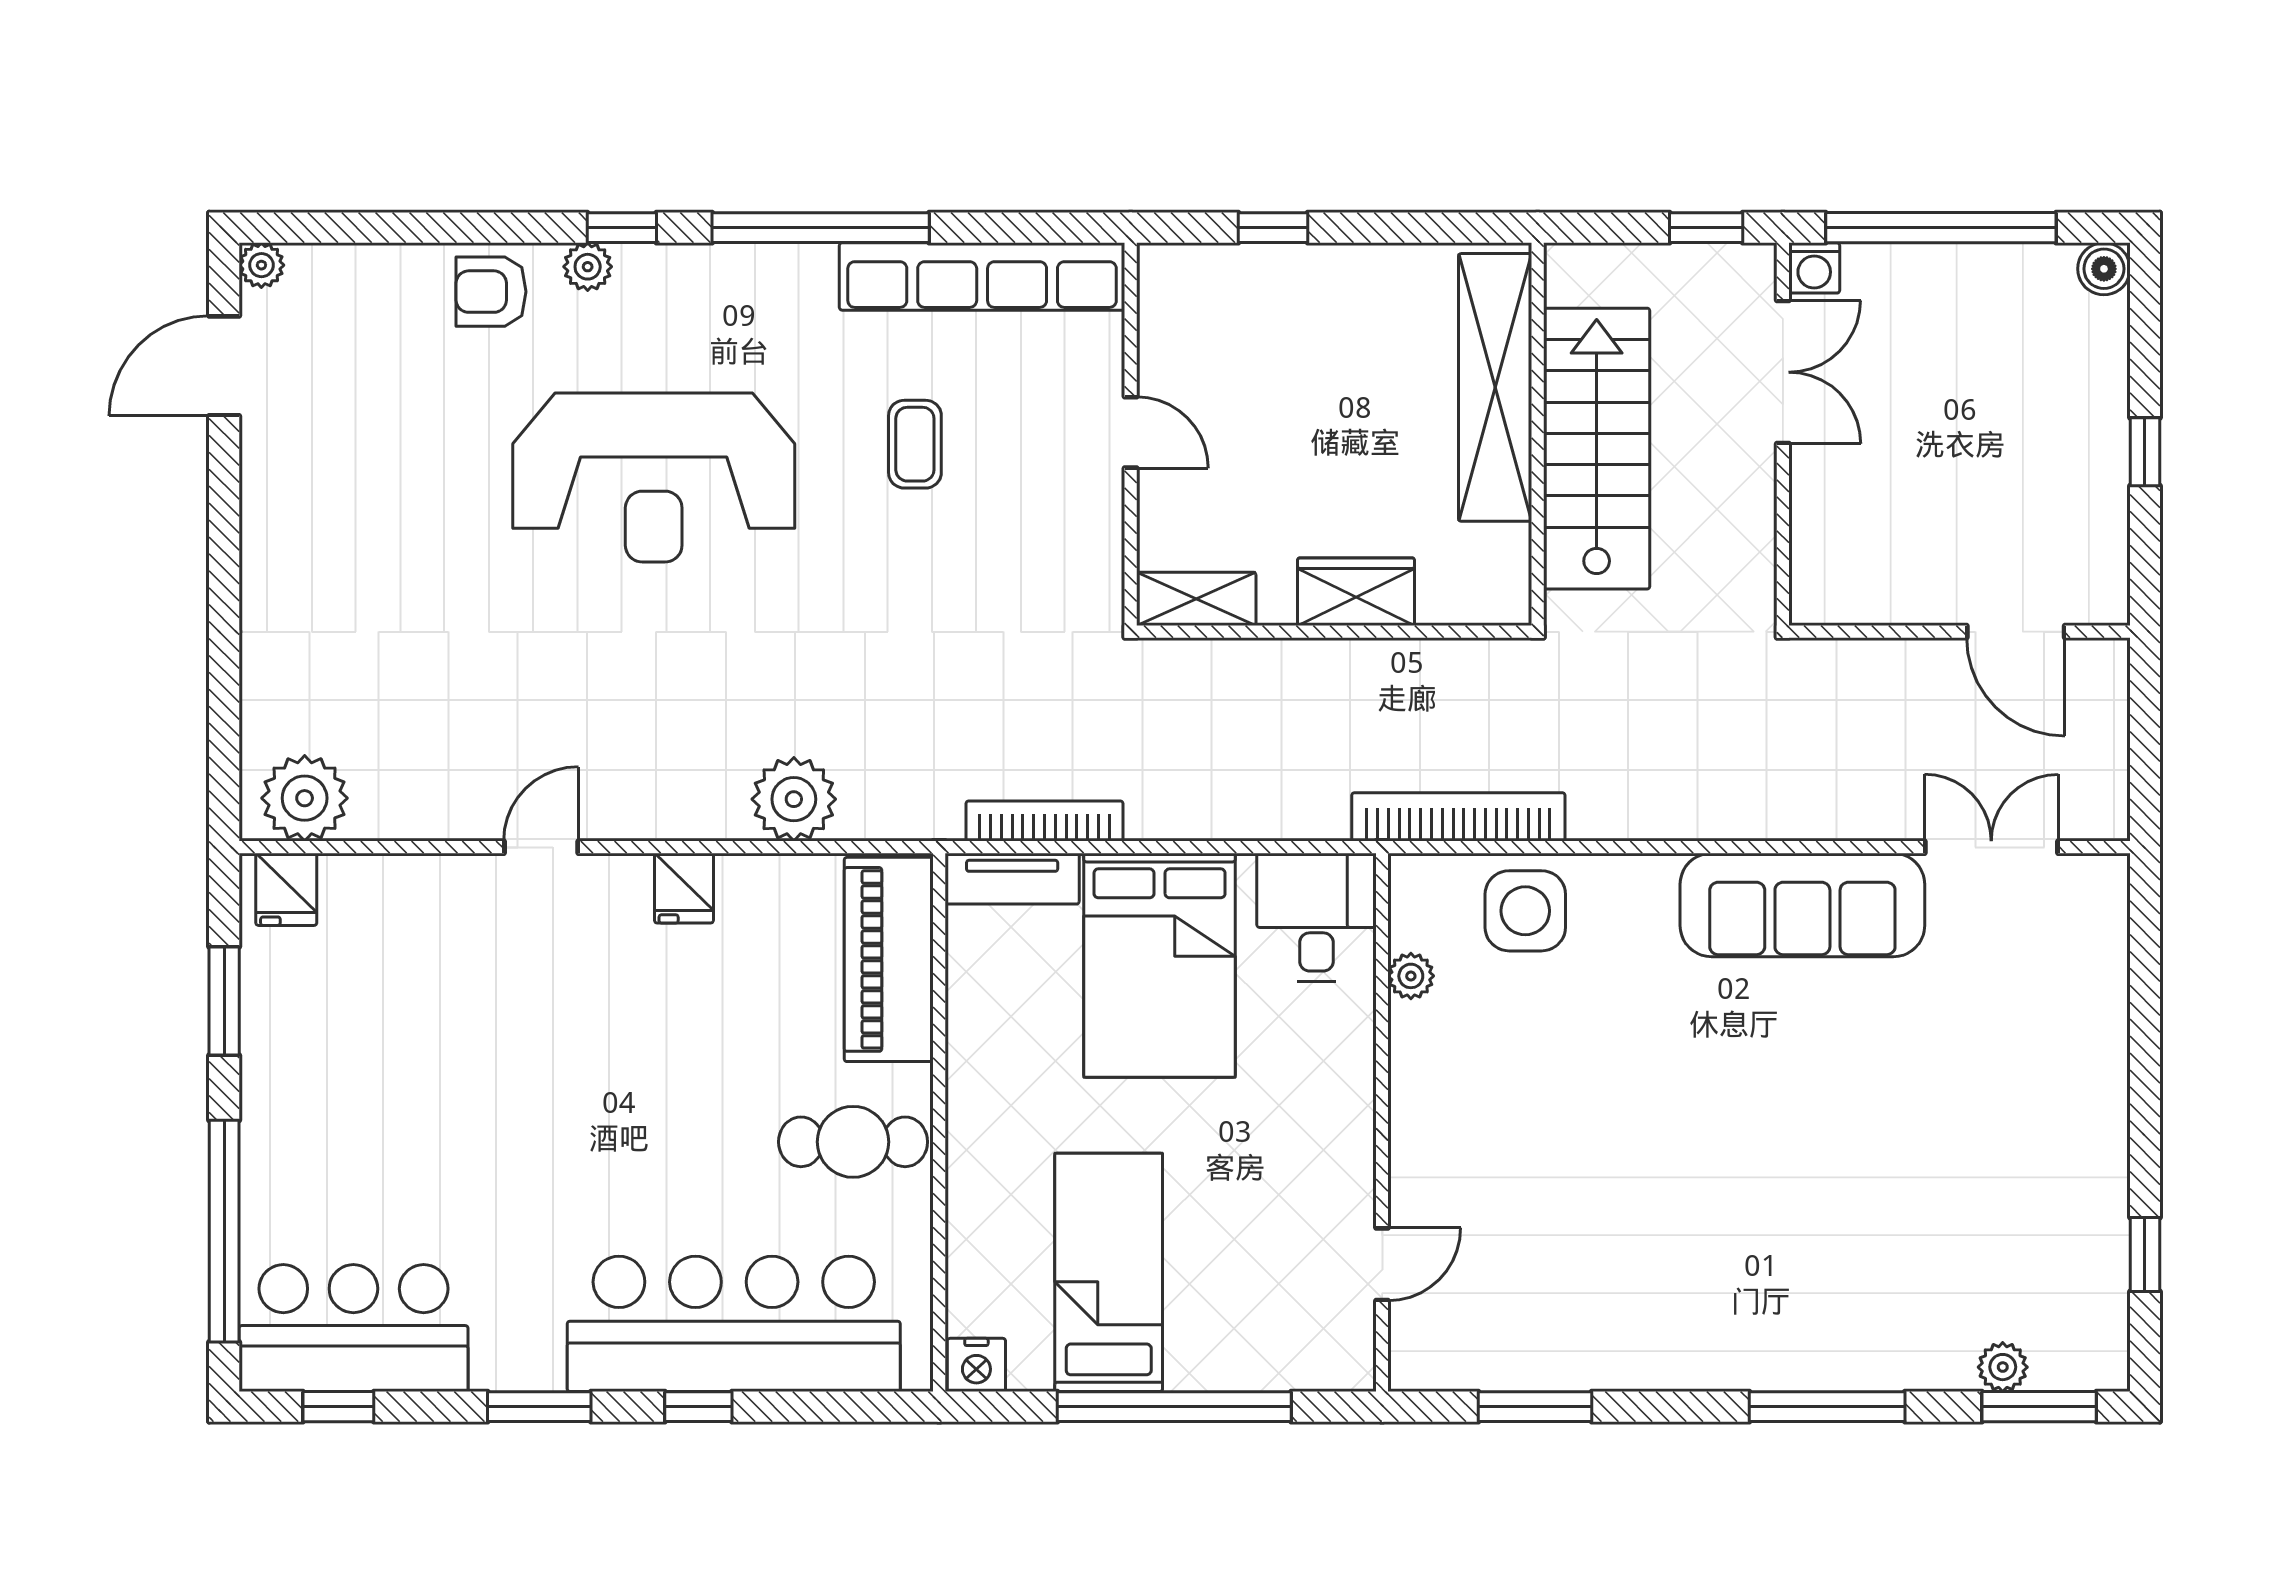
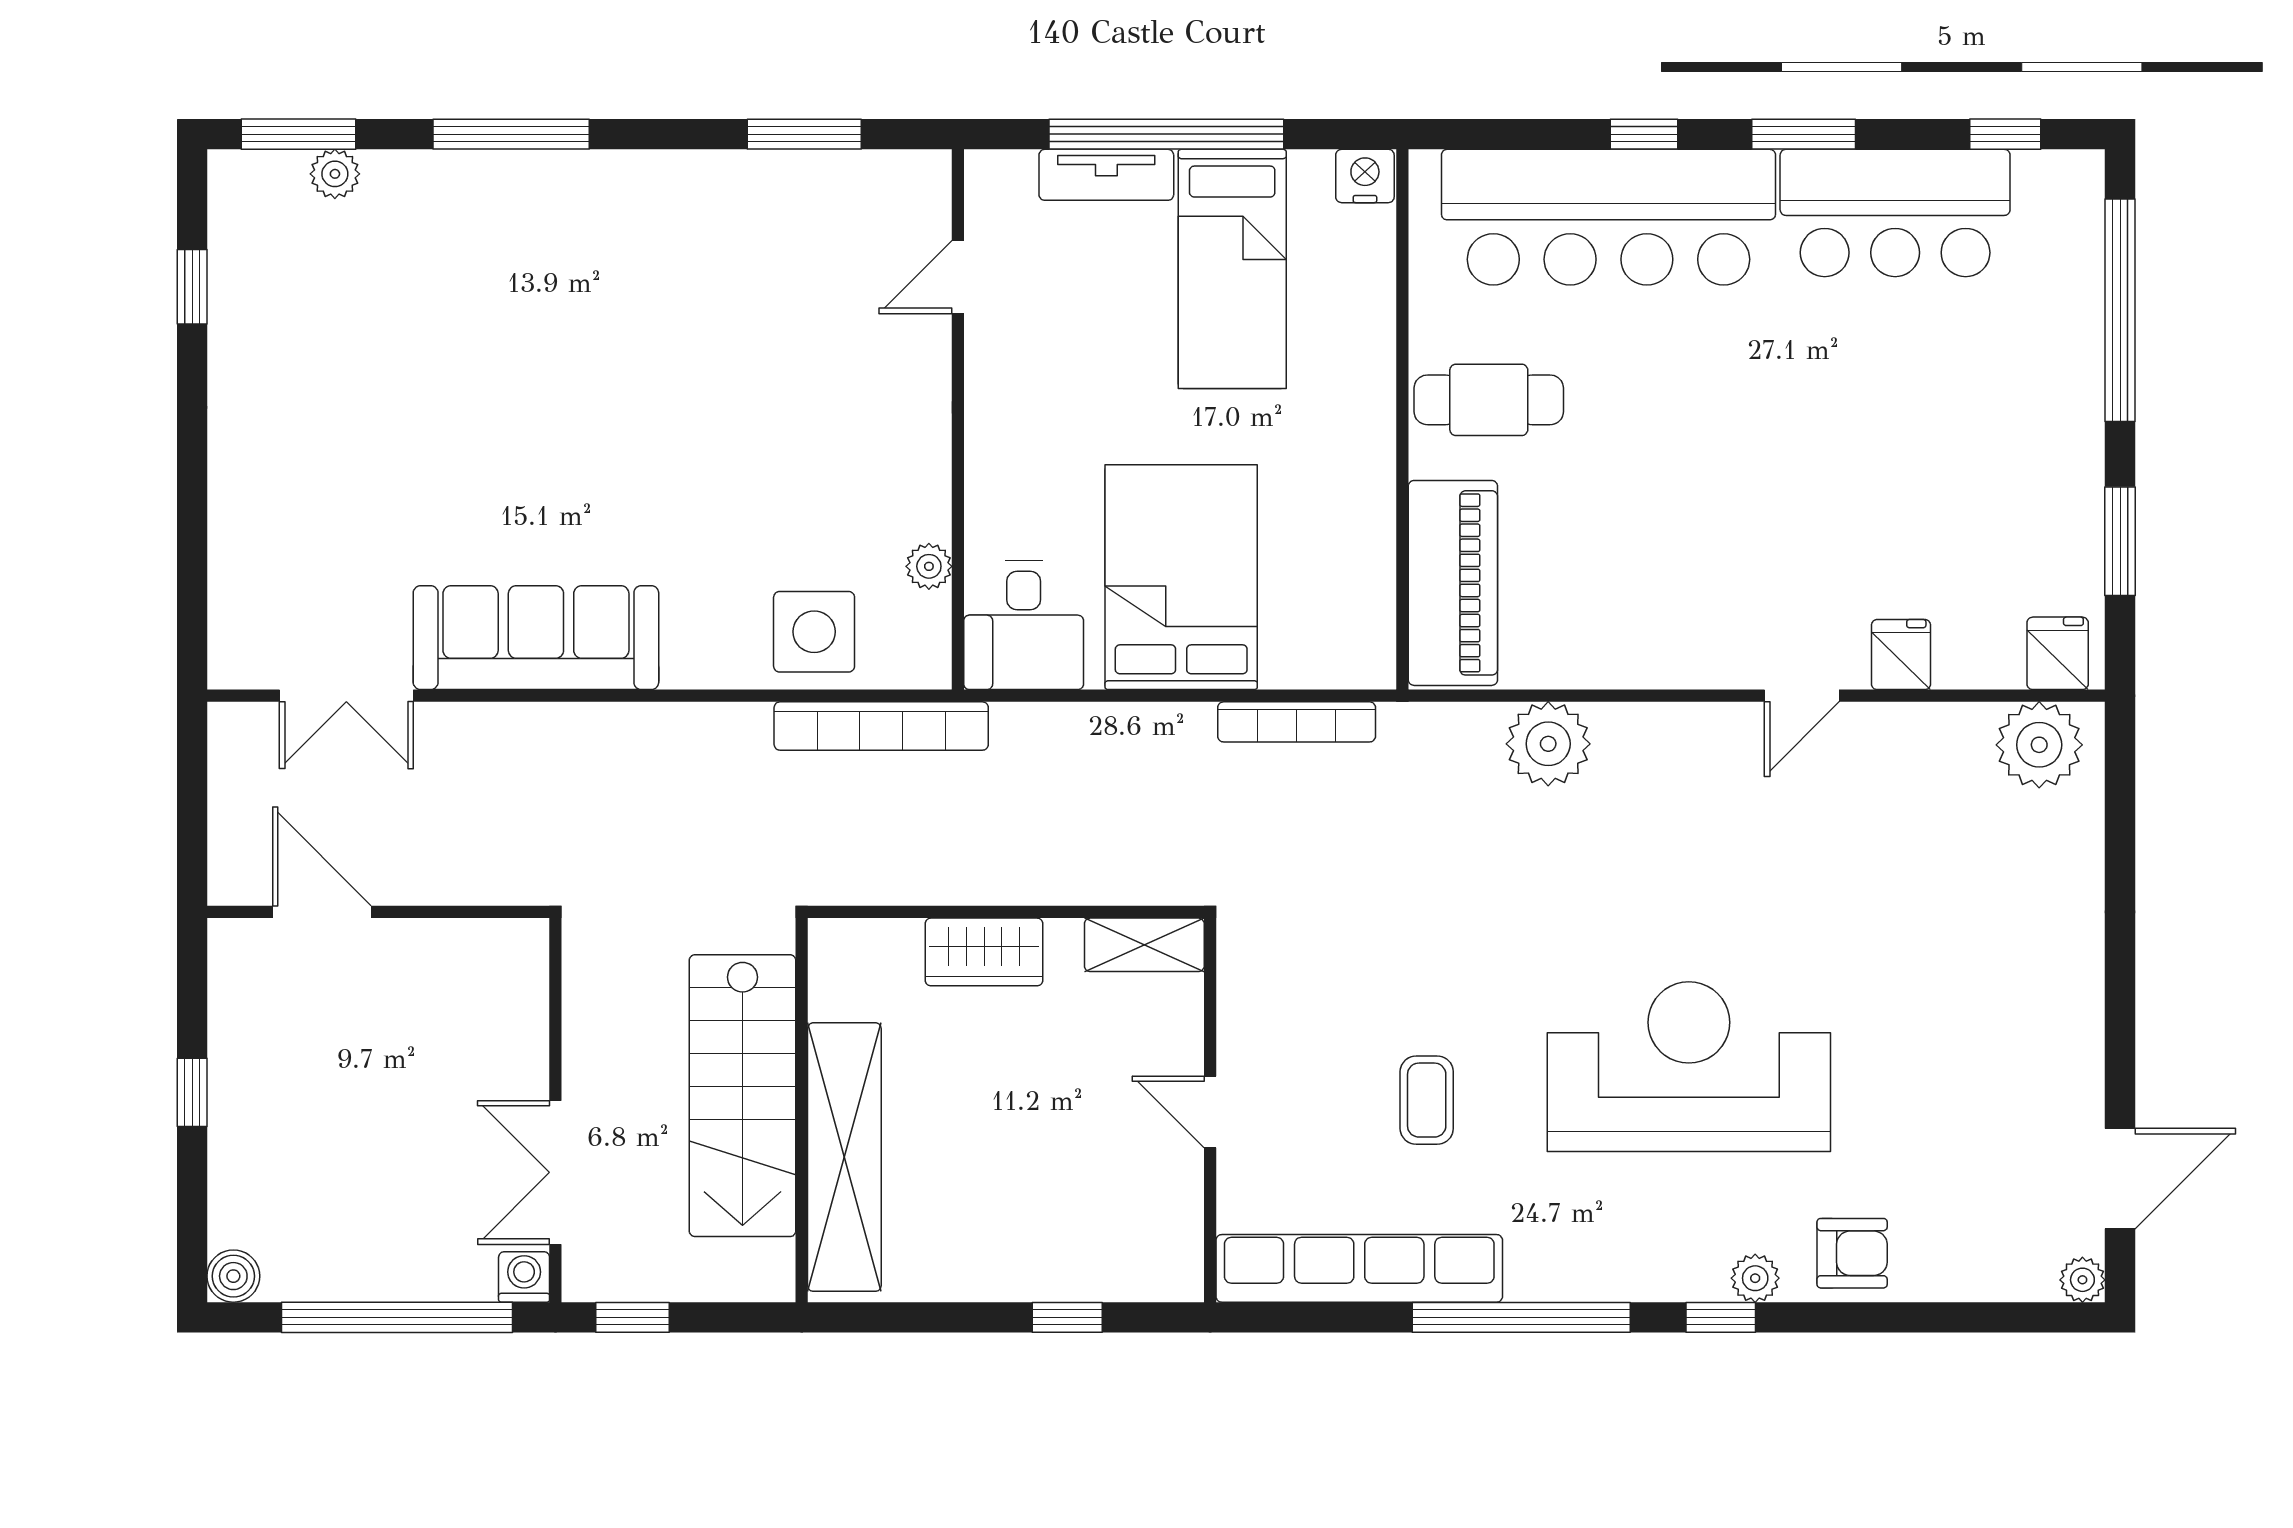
tv unit: (1012, 879) -> (1106, 175), moved, turned 180
fridge: (684, 888) -> (1901, 655), moved
bar counter: (353, 1328) -> (1895, 213), moved

